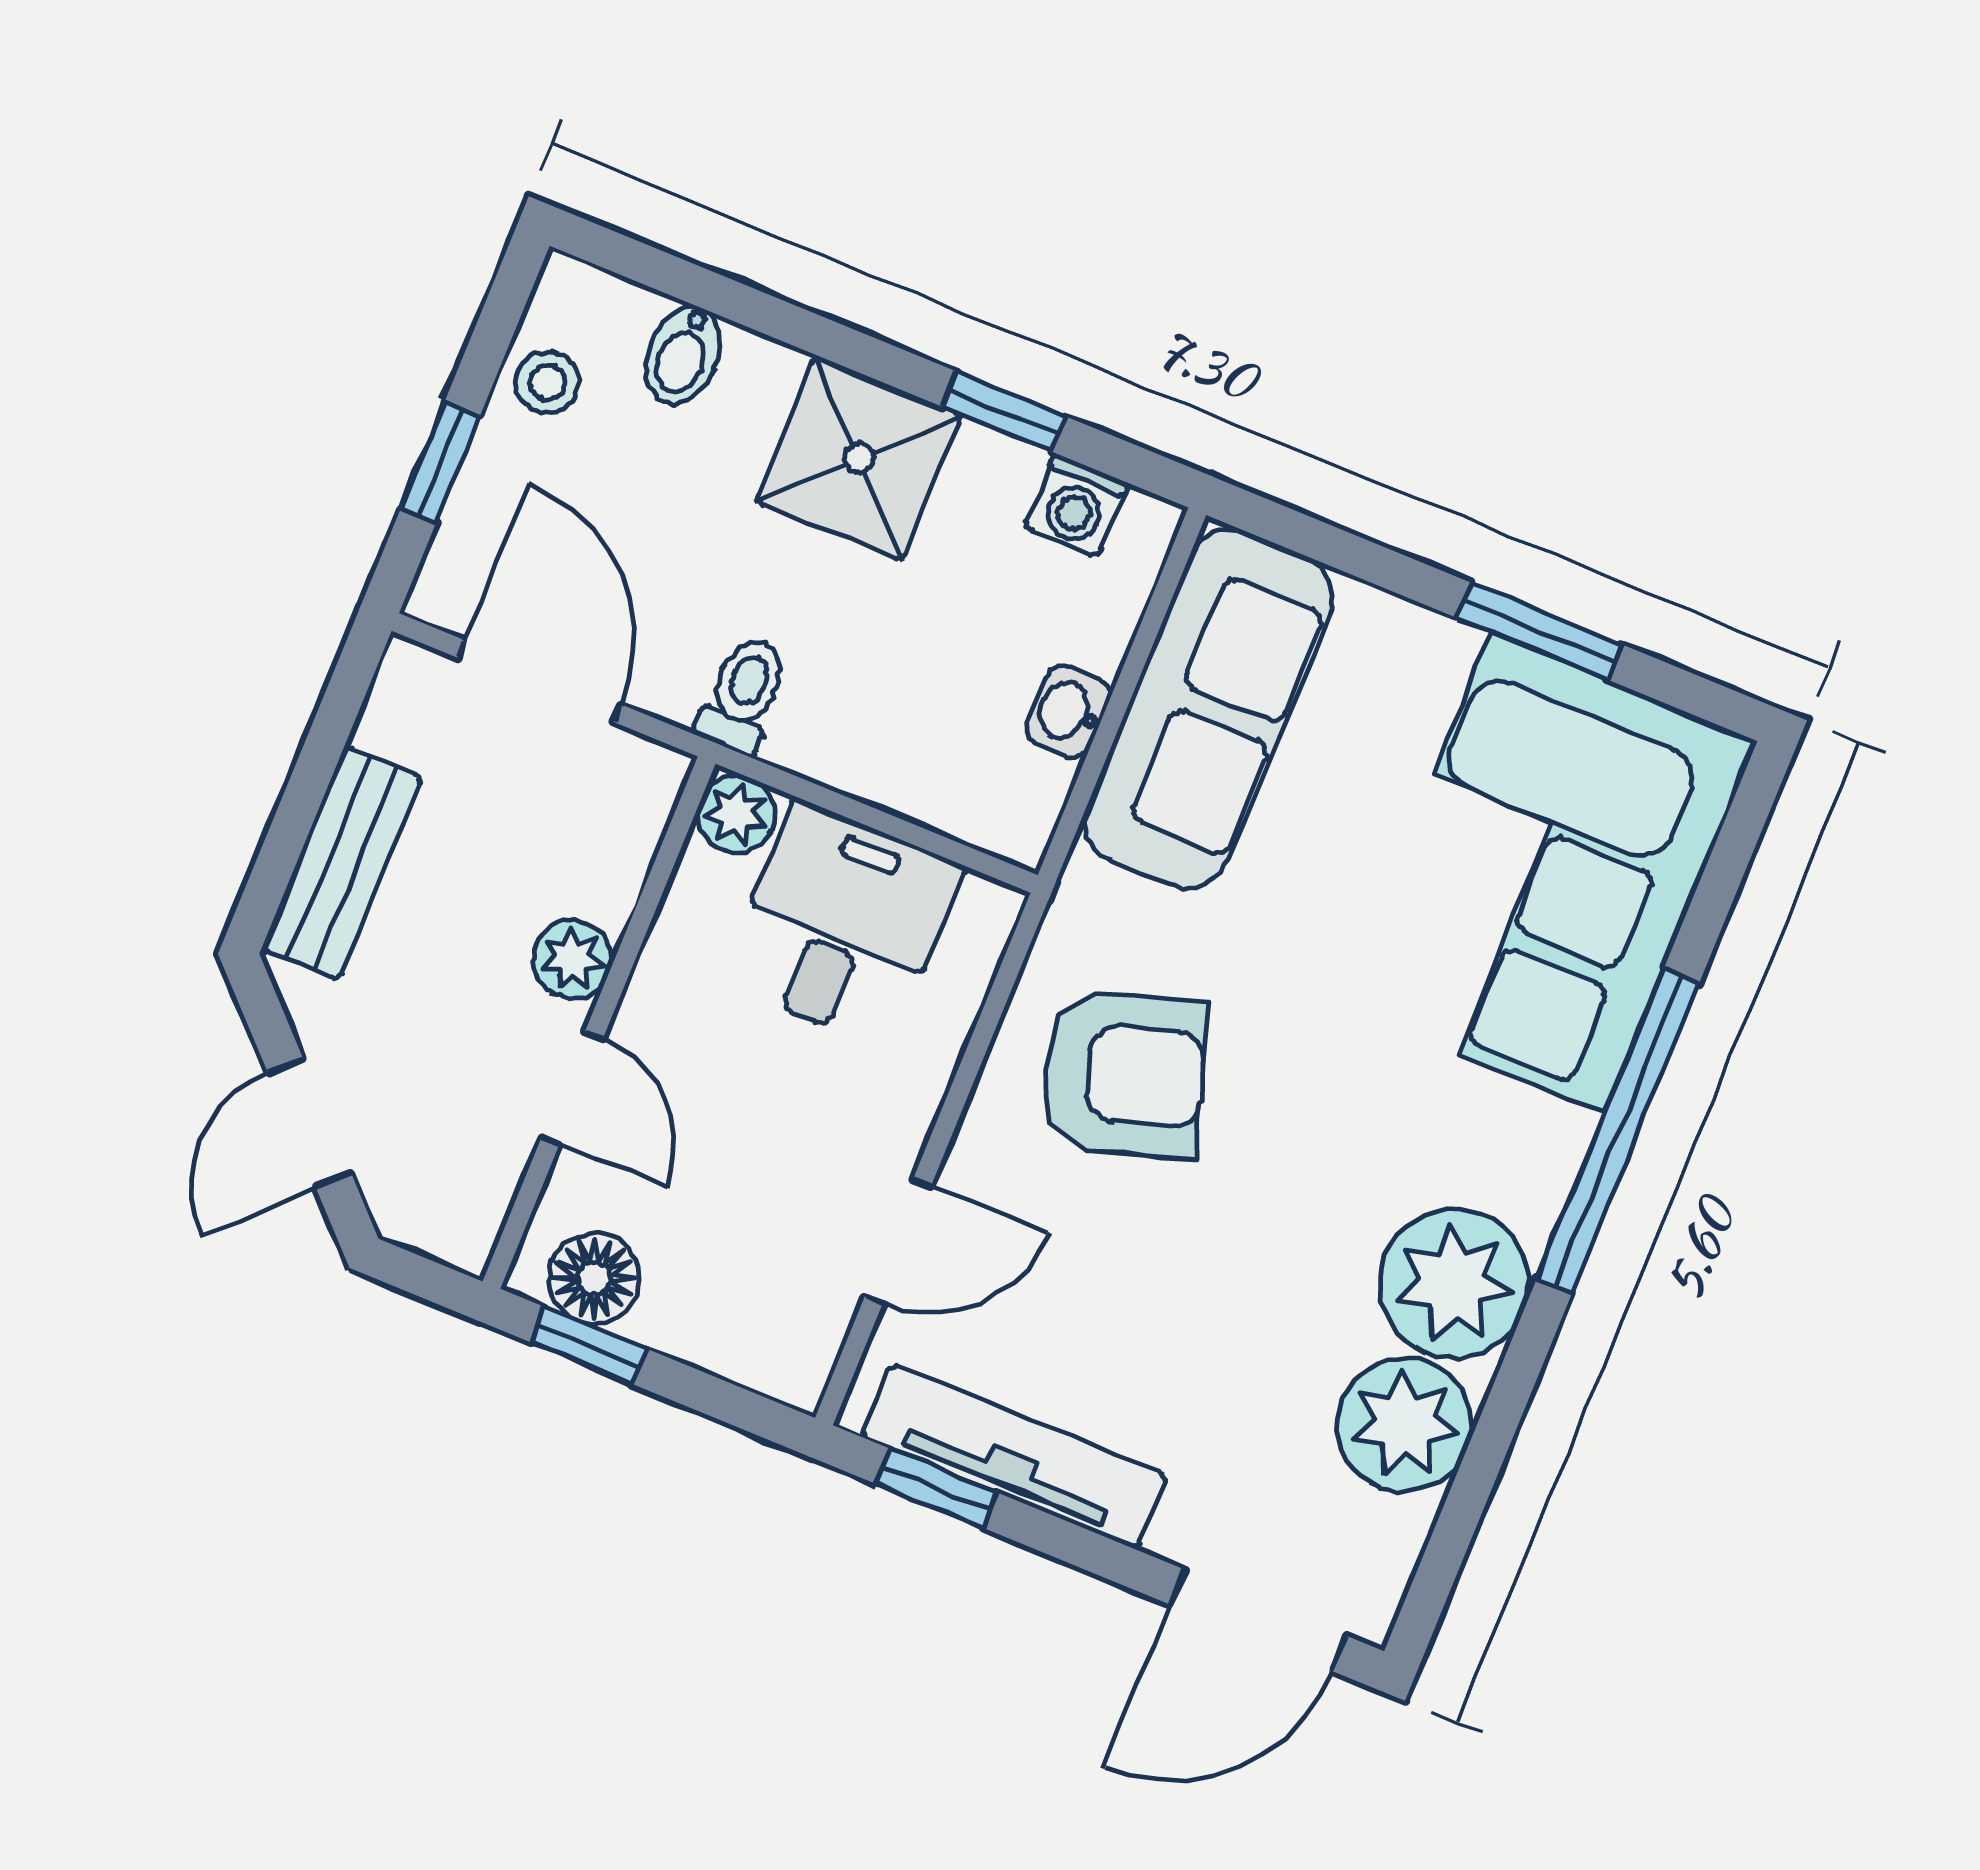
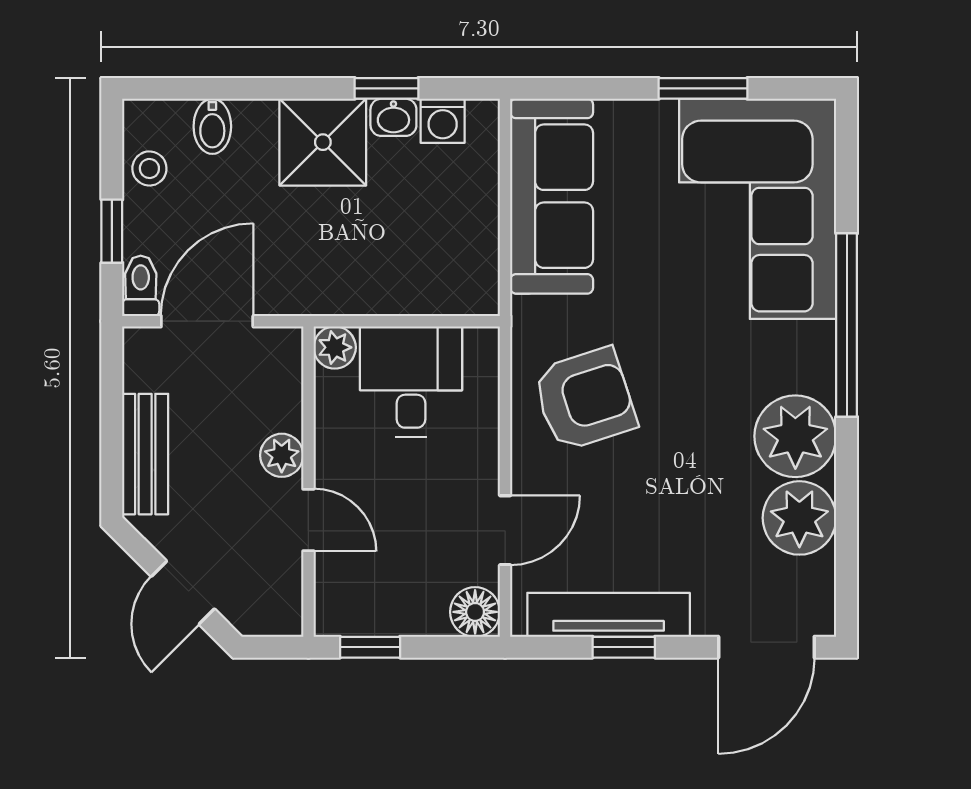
door: (539, 681) -> (207, 321), hinge flipped
toilet: (743, 695) -> (141, 286), moved
washbasin: (1068, 711) -> (393, 117), moved, turned -90
floor lamp: (594, 1278) -> (475, 612), moved
window: (937, 1488) -> (624, 647), moved

